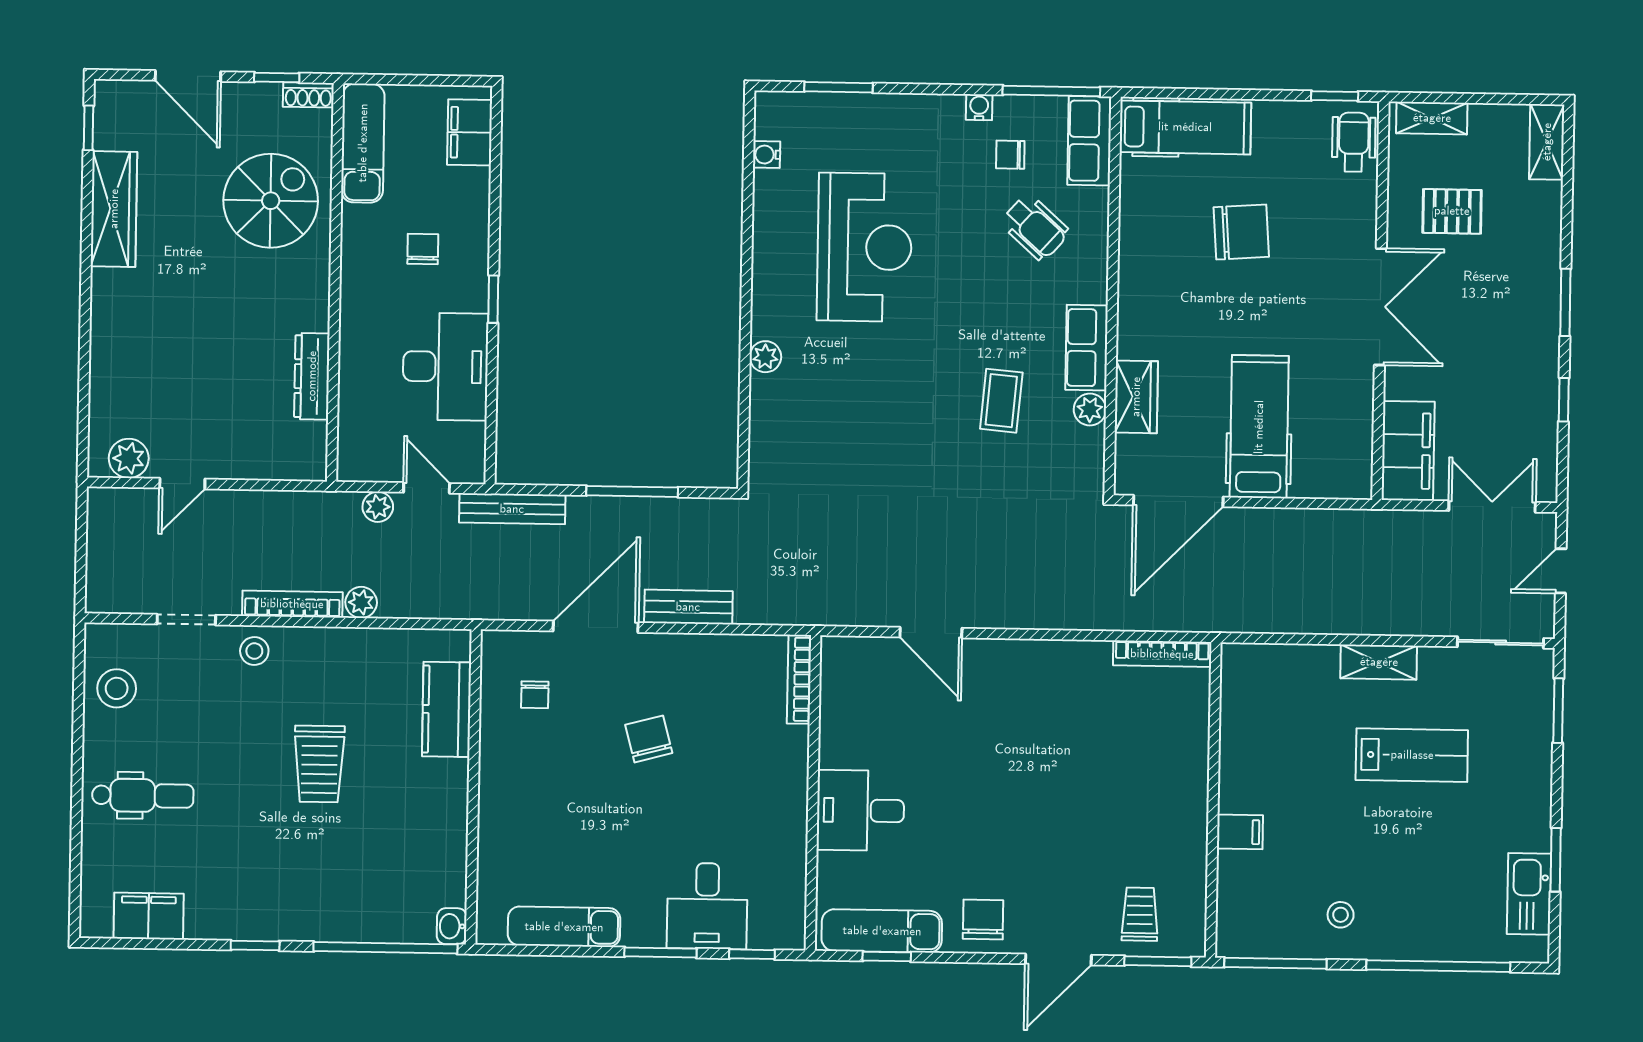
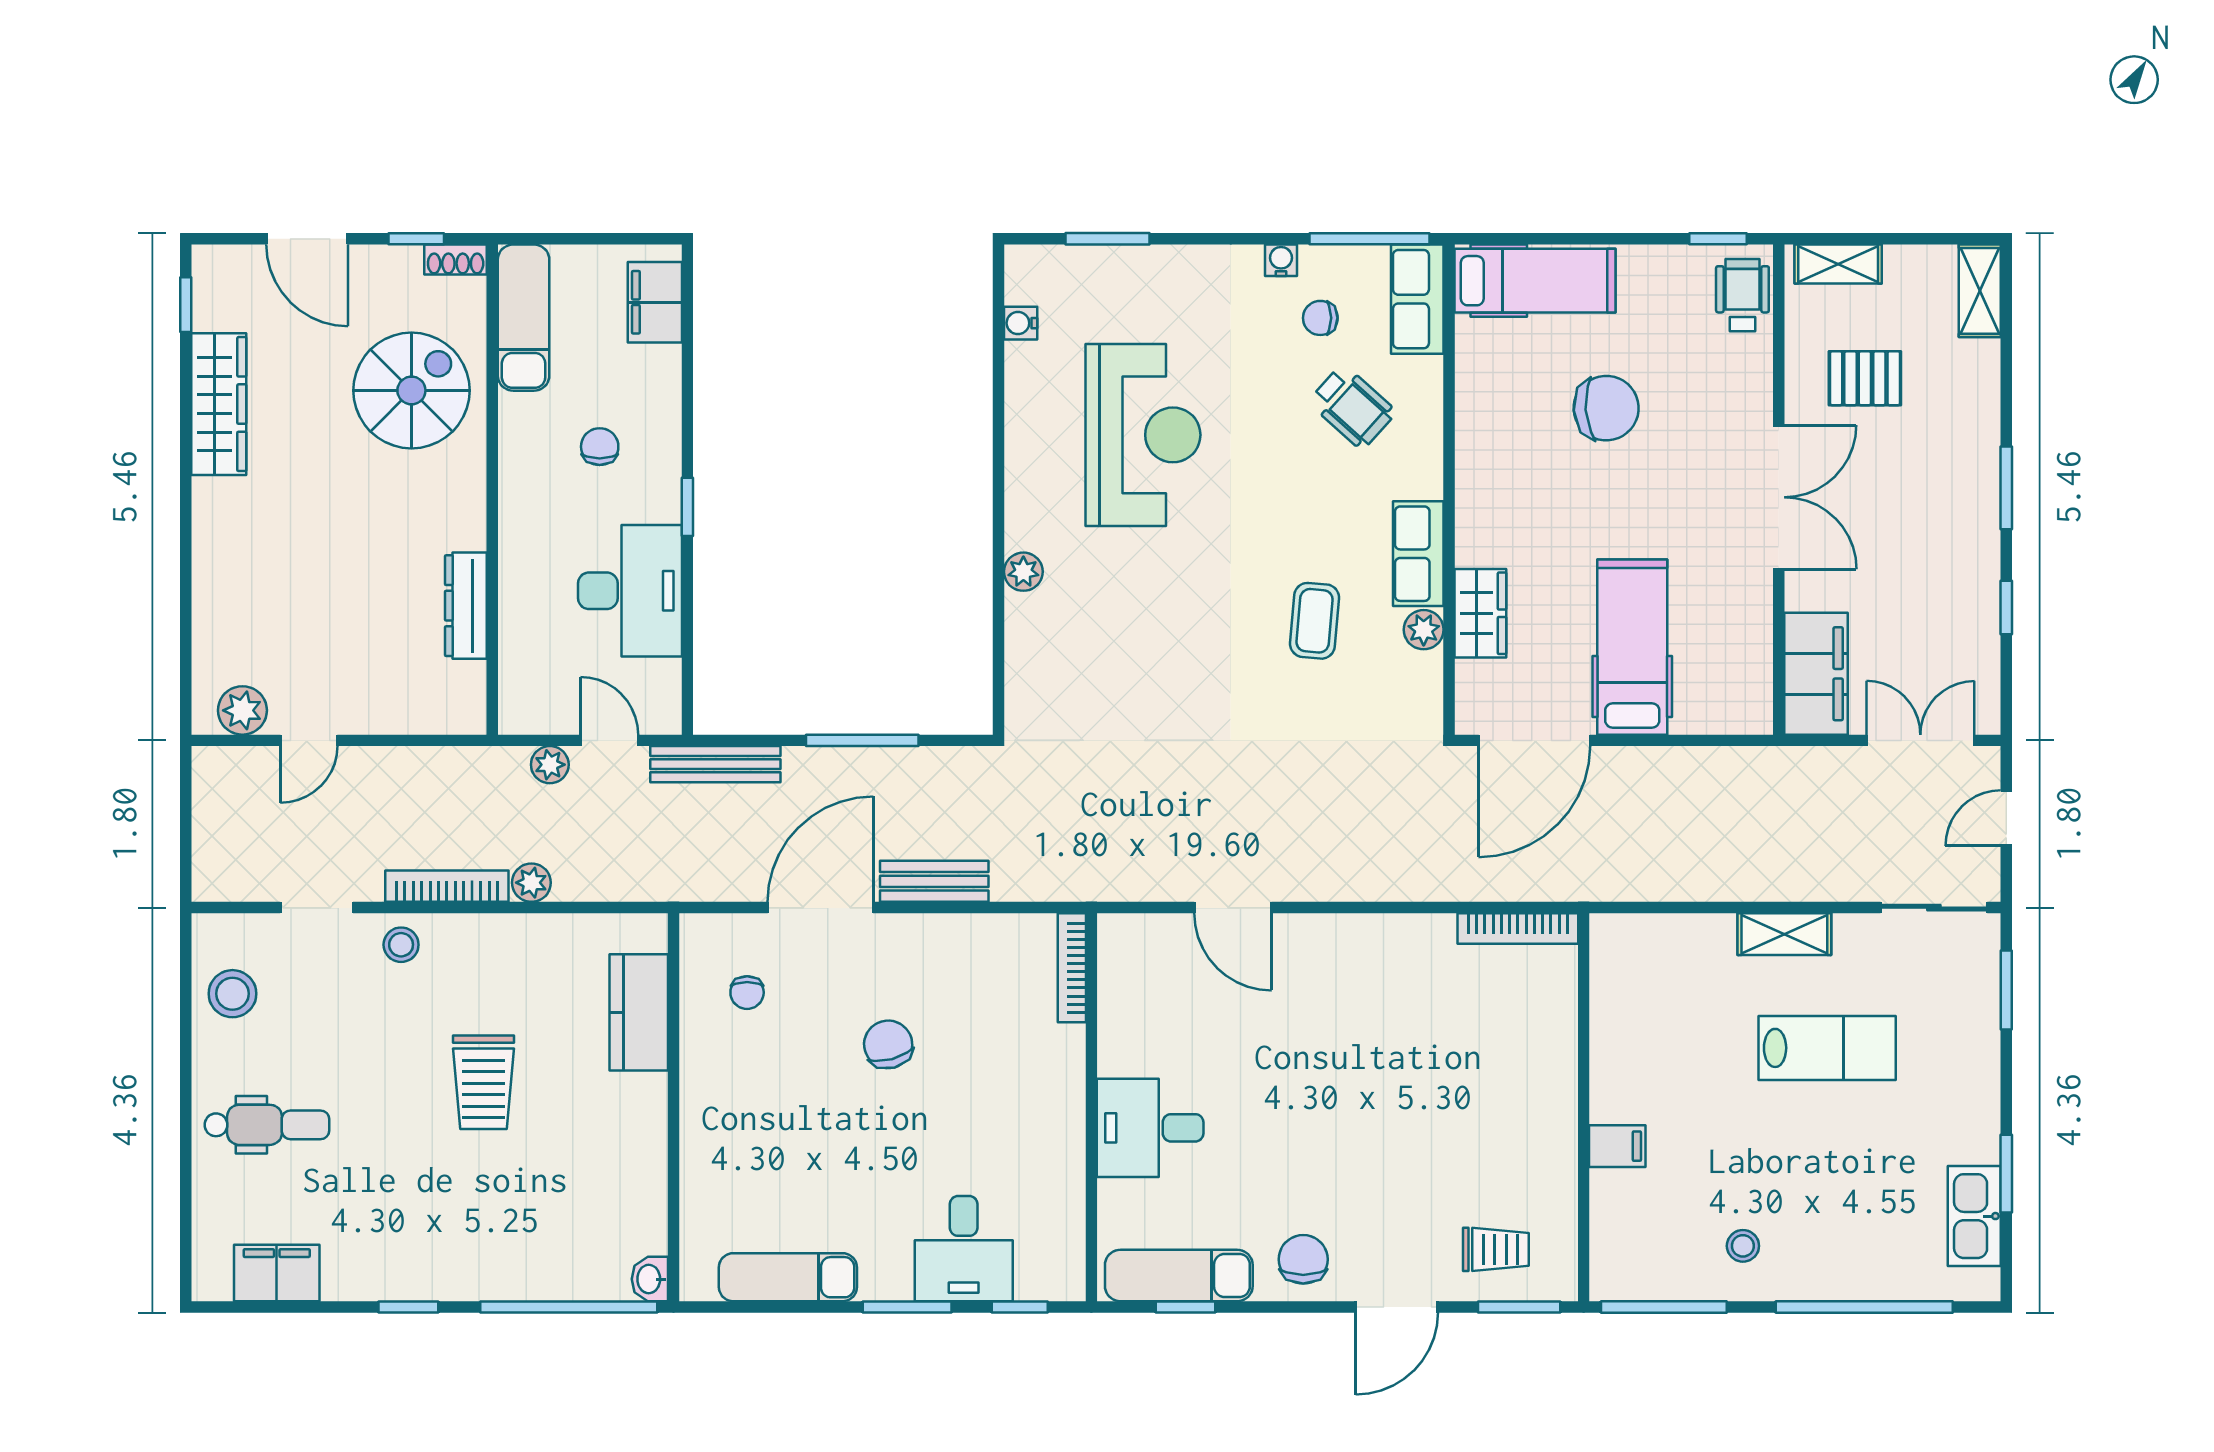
trolley: (1140, 914) -> (1496, 1249), turned 90

